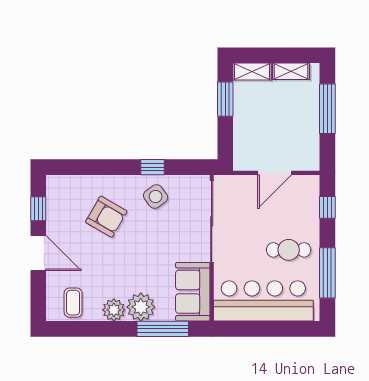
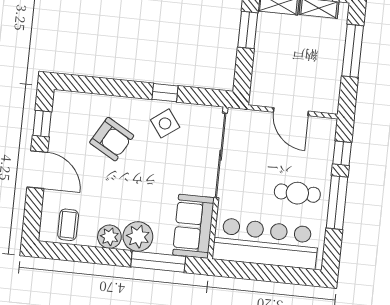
door: (274, 173) -> (291, 112), hinge flipped
window: (327, 273) -> (337, 203), moved

